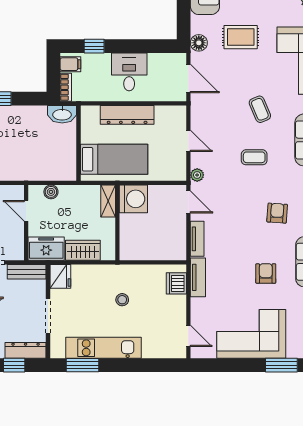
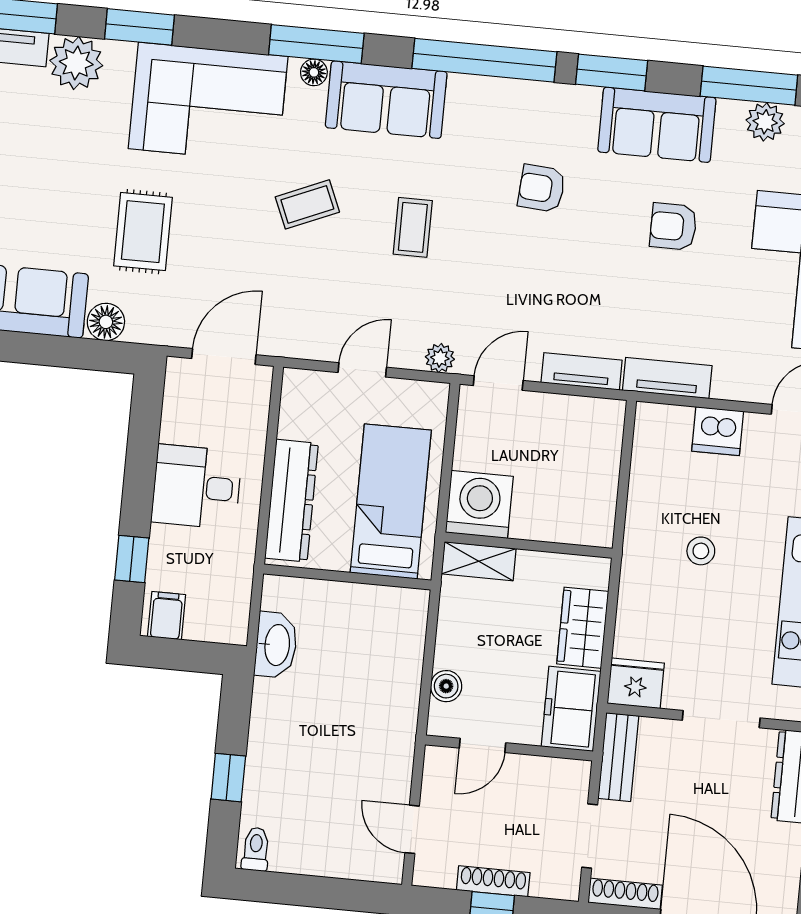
floor lamp: (199, 43) -> (106, 322), moved
bookcase: (66, 87) -> (217, 631), removed
wall: (78, 143) -> (347, 577), moved
bed: (114, 159) -> (391, 501), moved
dishwasher: (176, 283) -> (718, 431), moved

